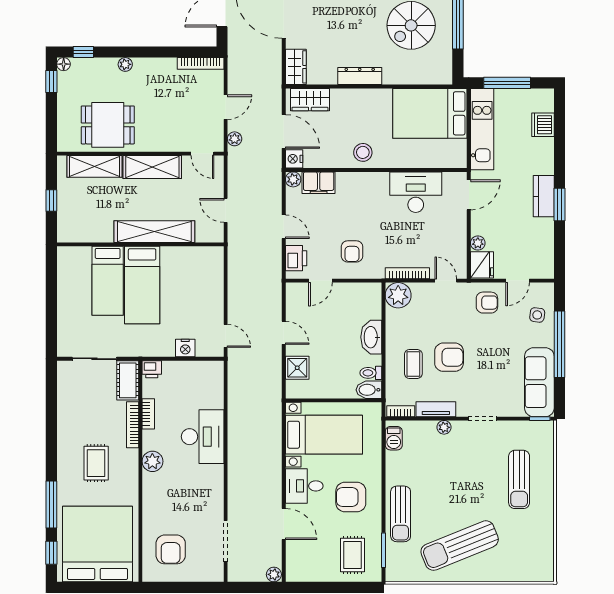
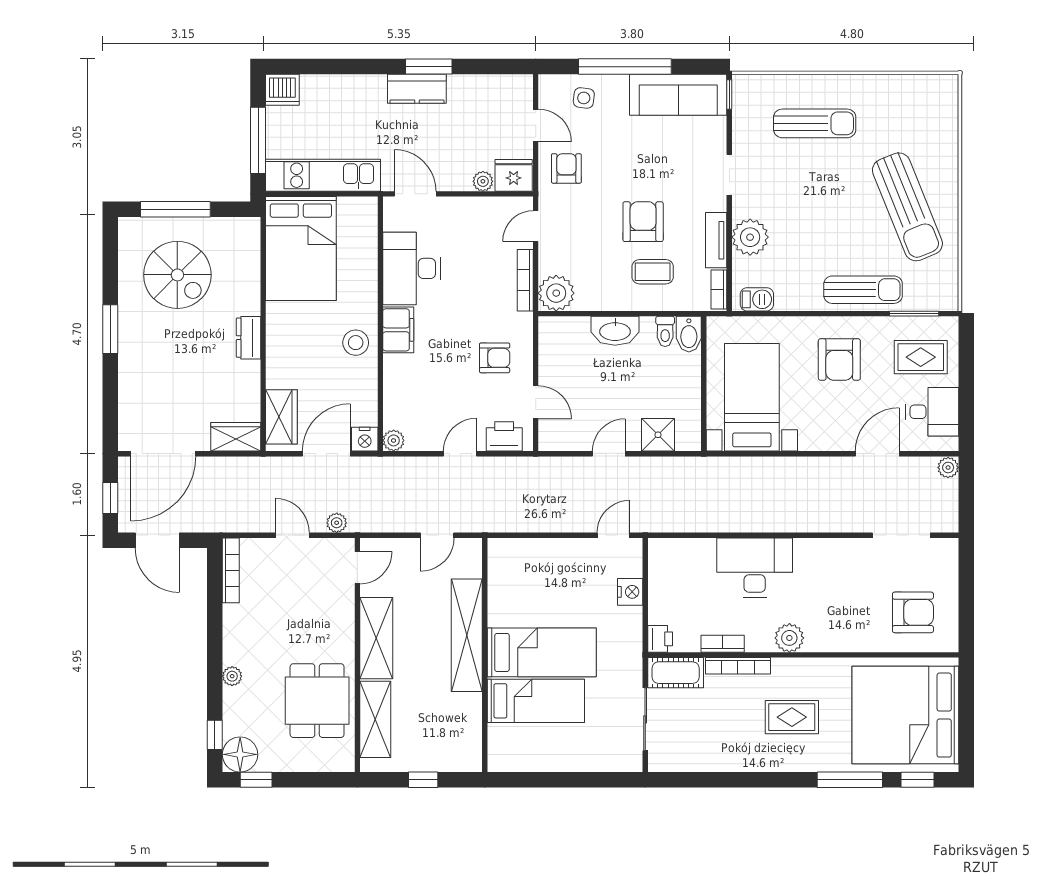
floor lamp: (64, 64) -> (240, 754), width x1.89, depth x1.89
dresser: (360, 76) -> (249, 338), width x0.70
dishwasher: (543, 125) -> (282, 90), moved
filing cabinet: (319, 183) -> (398, 330), moved
plant: (444, 427) -> (750, 237), width x1.87, depth x1.87
desk: (304, 486) -> (932, 412), moved, turned -90

